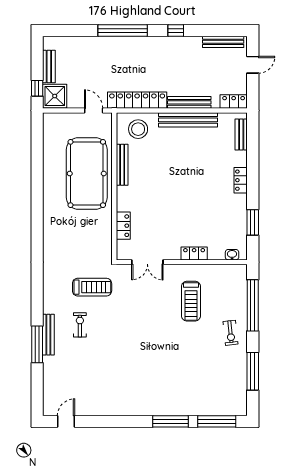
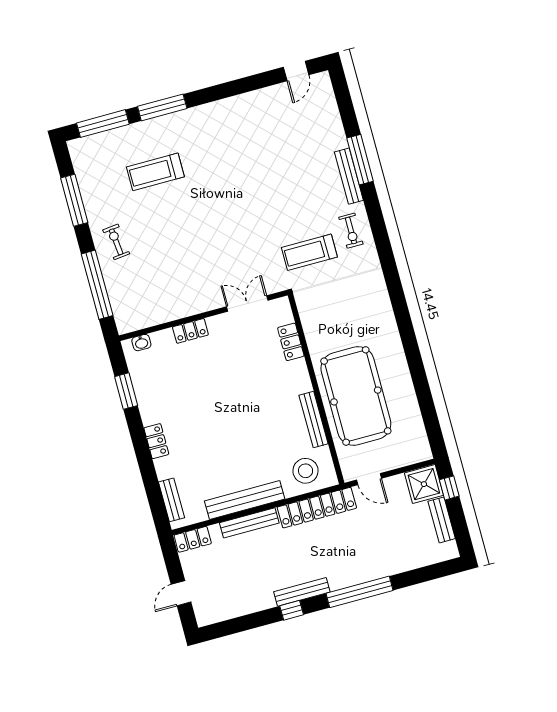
bench: (223, 42) -> (302, 592), moved
treadmill: (191, 301) -> (155, 172), moved, turned -90
exercise bike: (80, 325) -> (351, 231), moved

